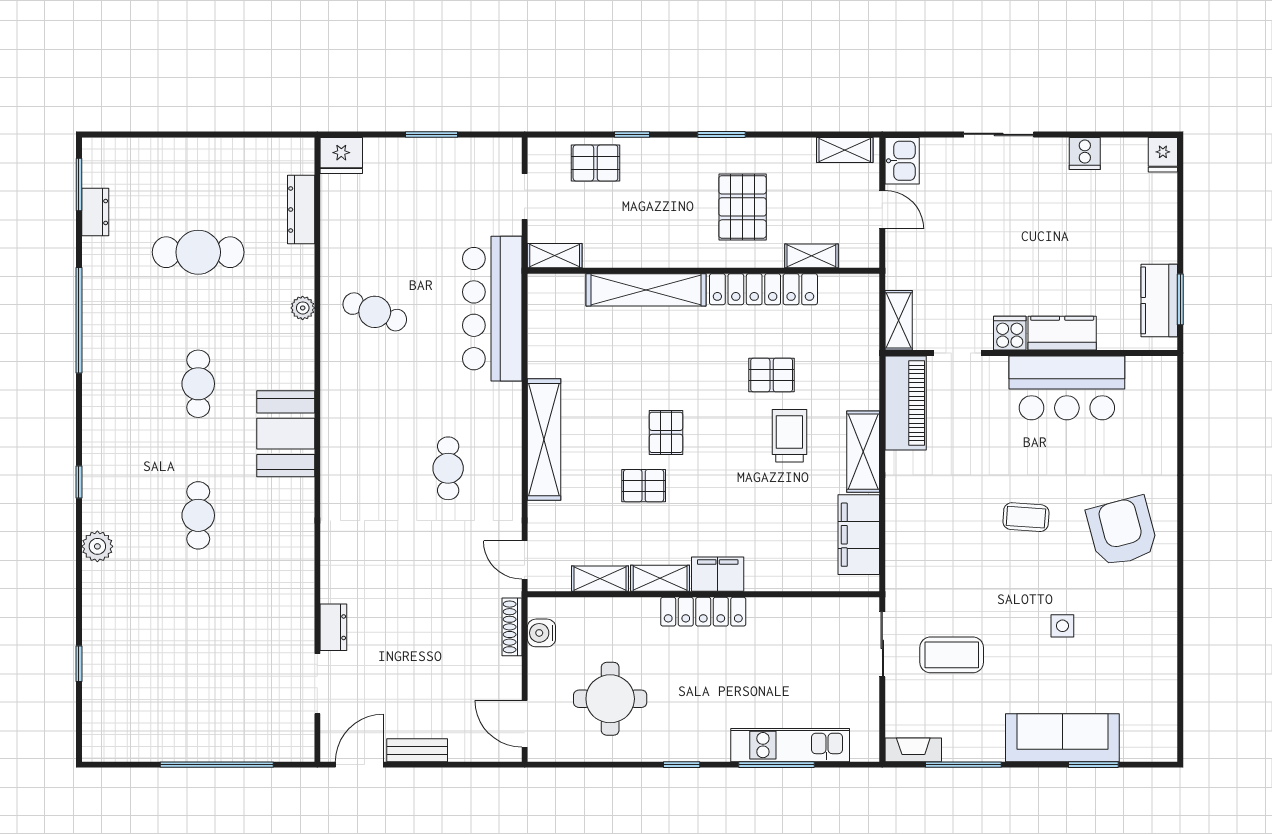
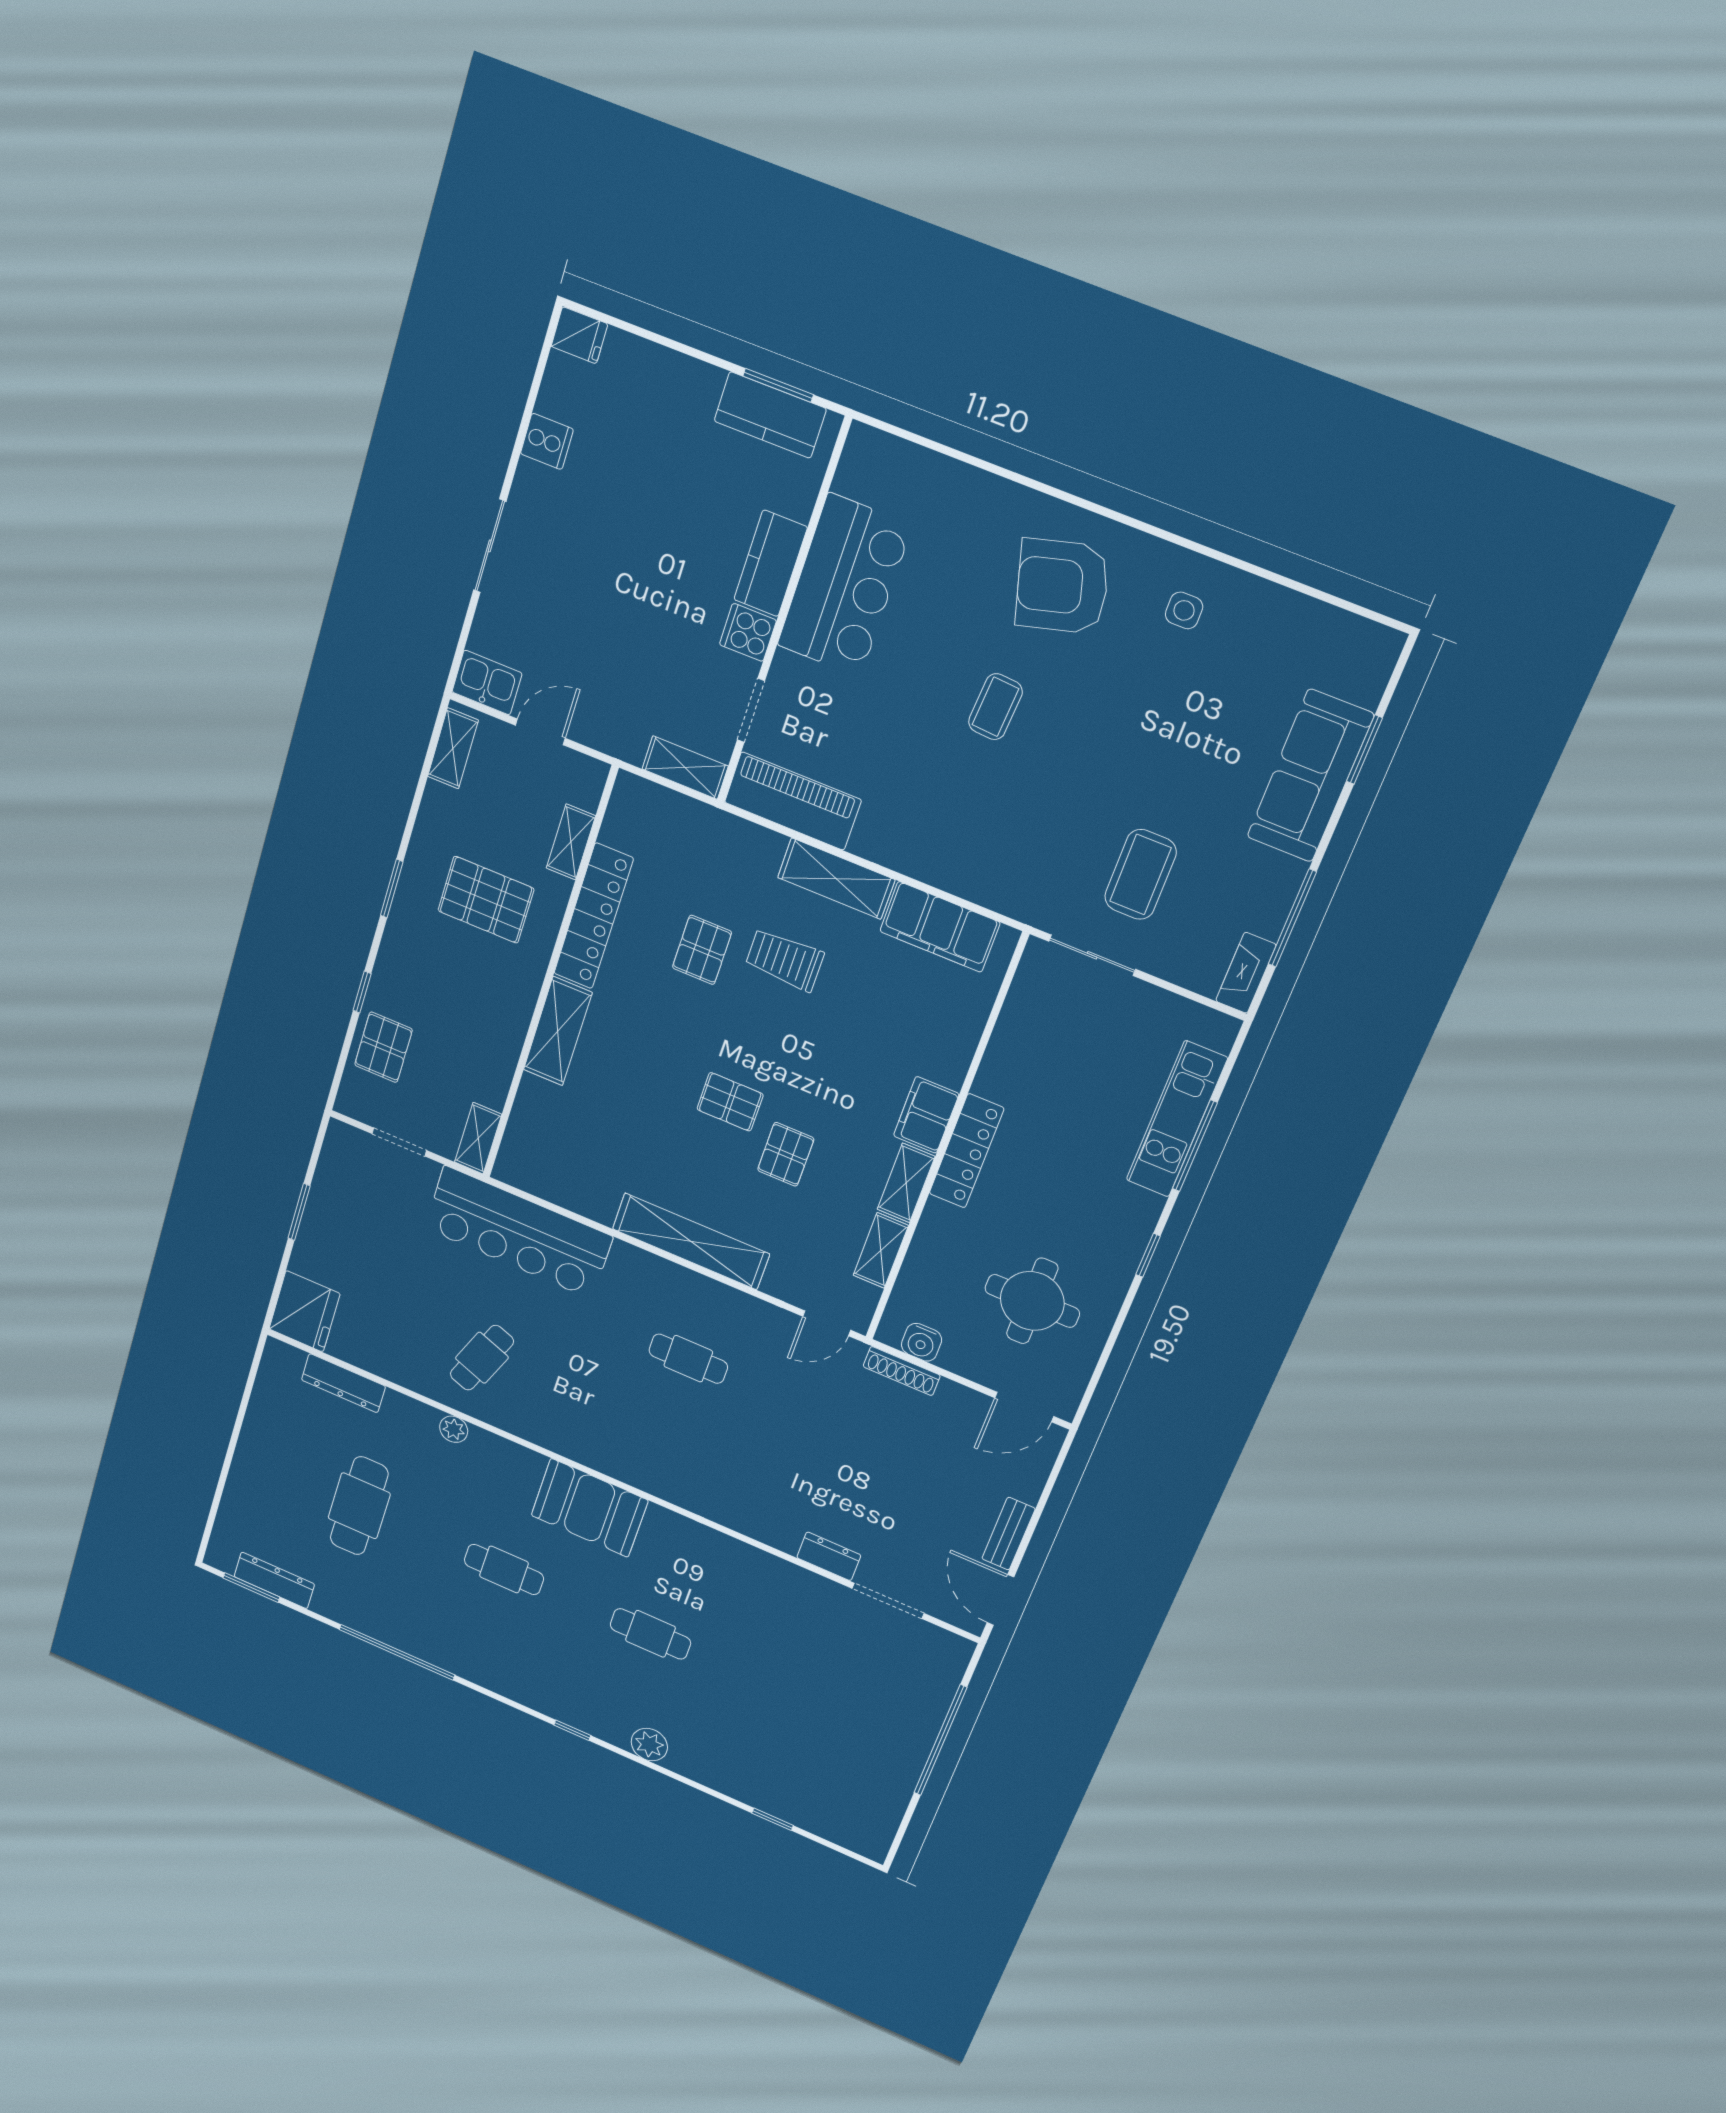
fridge: (341, 155) -> (305, 1311), width x1.36, depth x1.34
dresser: (95, 212) -> (274, 1580), width x1.44
shelving: (646, 290) -> (558, 1031), width x0.68
side table: (1062, 626) -> (1184, 610), moved

